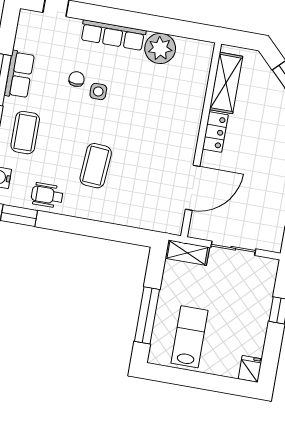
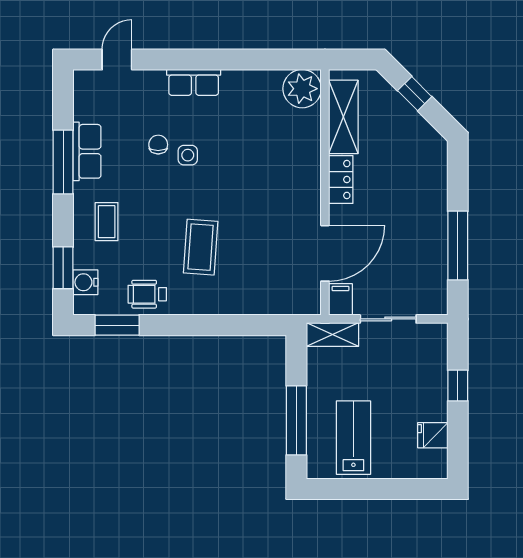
row of seats: (113, 35) -> (194, 82), width x0.68
plant: (160, 48) -> (302, 89), moved
coffee table: (25, 133) -> (107, 222), width x0.73, depth x0.77
filing cabinet: (198, 226) -> (340, 299), added
fridge: (250, 369) -> (433, 435), moved, turned -90

